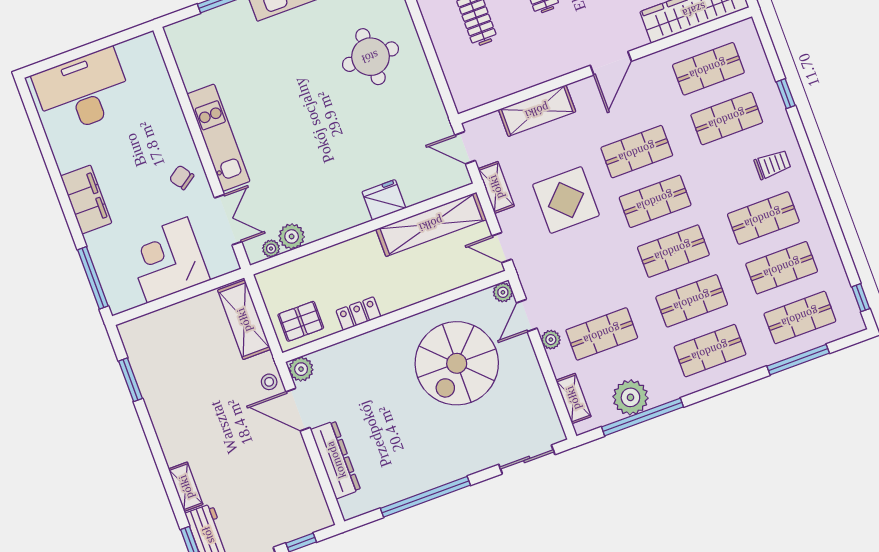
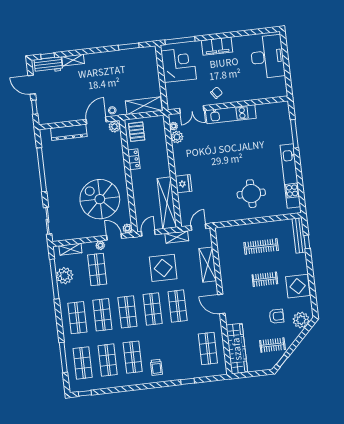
shop shelf: (727, 119) -> (183, 351), removed
corner desk: (167, 260) -> (179, 65), moved

